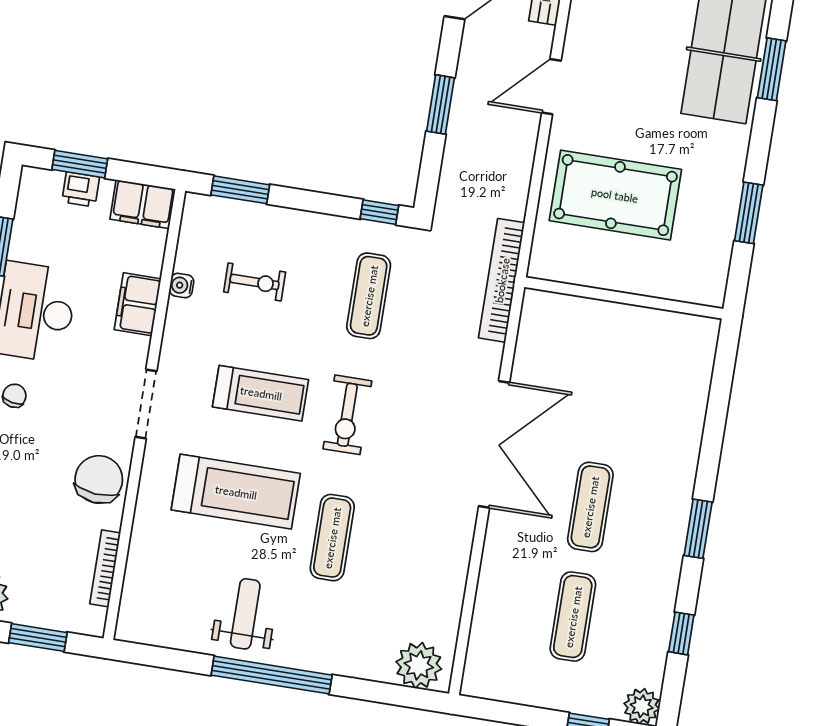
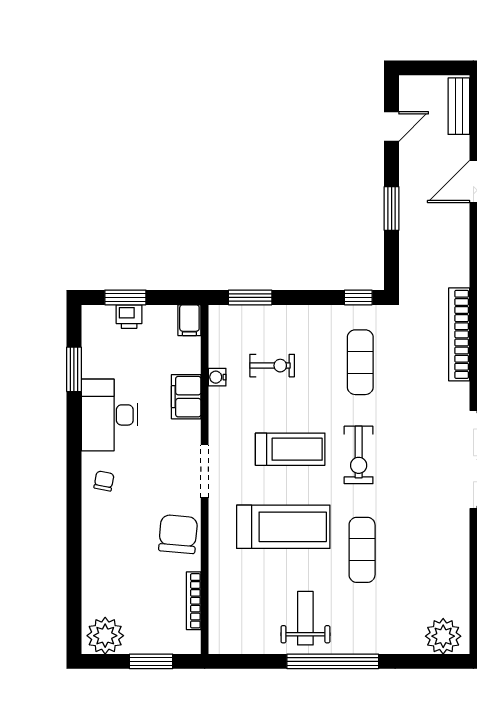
filing cabinet: (143, 204) -> (189, 320), width x0.50

